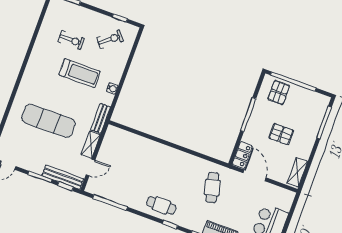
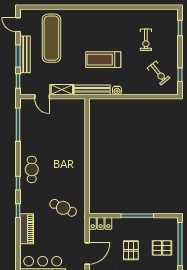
treadmill: (80, 73) -> (103, 60), moved, turned 90
pallet: (279, 93) -> (162, 248), moved
bench: (101, 118) -> (92, 90), width x1.36
exercise mat: (48, 121) -> (51, 38), moved
door: (255, 175) -> (87, 253), moved
bench: (63, 177) -> (25, 54), moved
cafe table: (212, 188) -> (63, 208), turned 38

